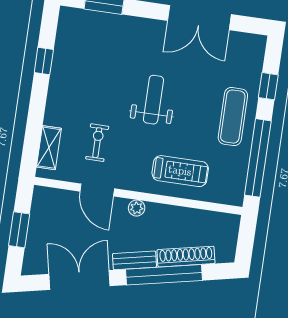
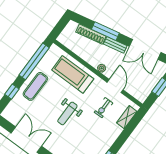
treadmill: (180, 171) -> (73, 74), width x1.37, depth x1.38
window: (164, 275) -> (105, 31), width x0.68

